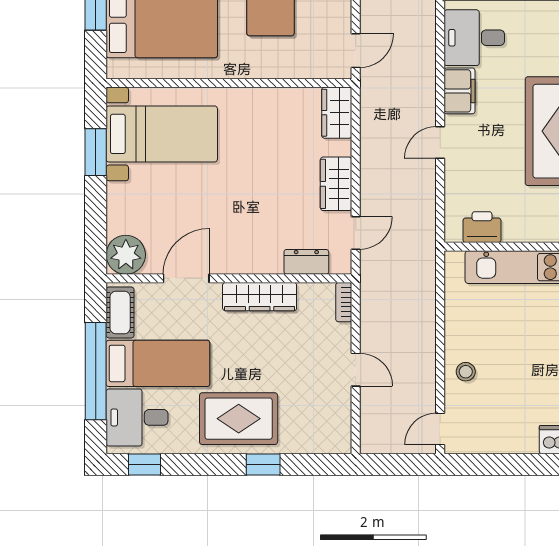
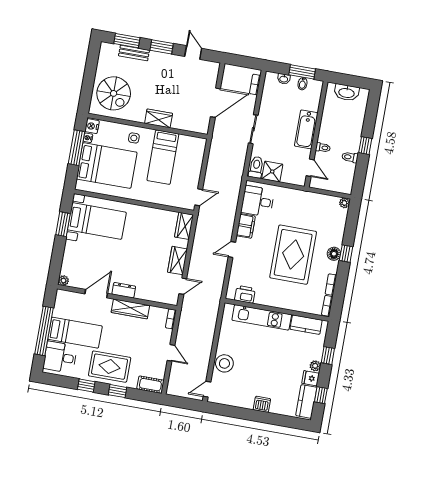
plant: (126, 255) -> (63, 281), width x0.53, depth x0.53
dresser: (306, 262) -> (124, 290), moved
cot: (120, 312) -> (150, 385), moved, turned 90
stool: (466, 372) -> (224, 363), width x1.89, depth x1.89
window: (145, 464) -> (86, 385), moved

